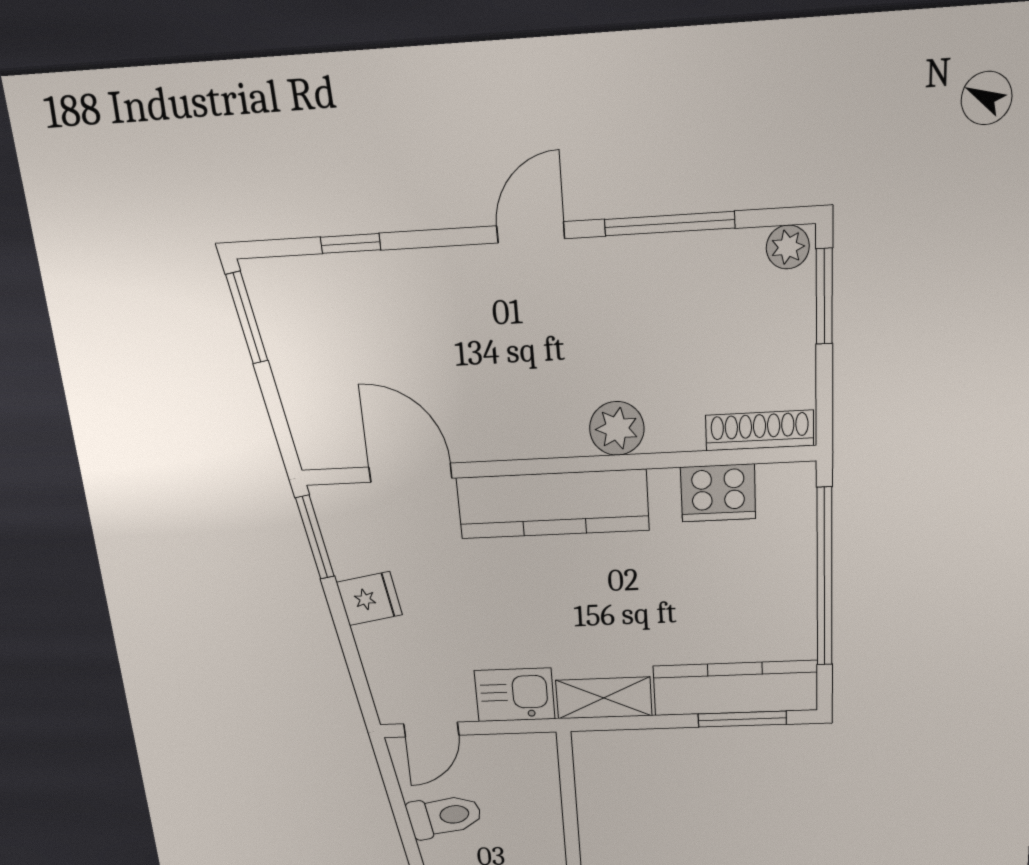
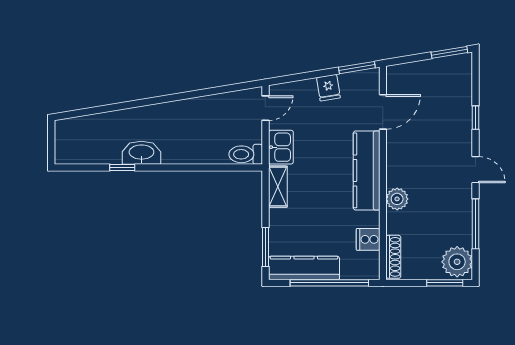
window: (351, 243) -> (476, 118), moved
plant: (788, 247) -> (457, 262), width x1.88, depth x1.88
cooker: (718, 493) -> (368, 239), width x0.73
kitchen counter: (736, 688) -> (304, 268), moved, turned -90
door: (431, 729) -> (265, 108), swing flipped
toilet: (445, 816) -> (246, 154), moved, turned 99

